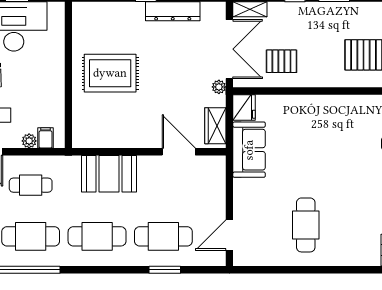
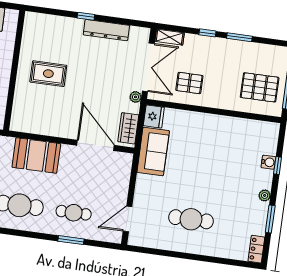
rug: (110, 73) -> (48, 74), width x0.73, depth x0.70
door: (179, 152) -> (95, 145), width x1.36
cafe table: (306, 225) -> (191, 219), turned 90
cafe table: (163, 236) -> (74, 213), width x0.73, depth x0.74

